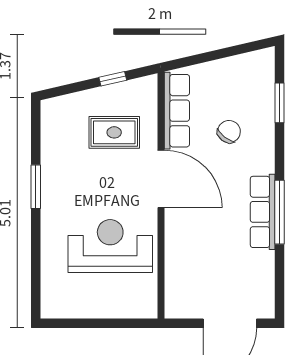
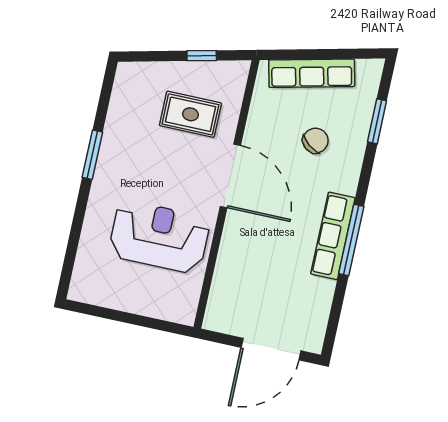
row of seats: (177, 111) -> (312, 73), moved, turned 77

